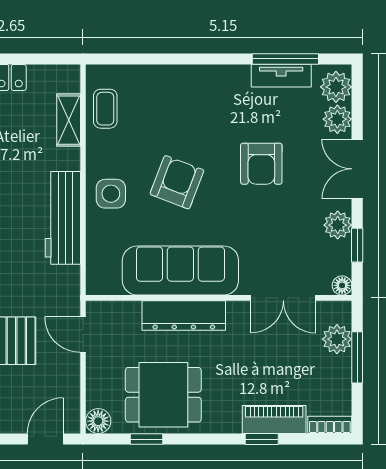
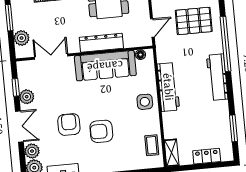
shelving: (69, 120) -> (172, 153), moved
armchair: (177, 182) -> (101, 131), moved, turned 69
floor lamp: (342, 285) -> (140, 55), moved
door: (83, 335) -> (152, 28), hinge flipped
window: (357, 357) -> (9, 18), moved

